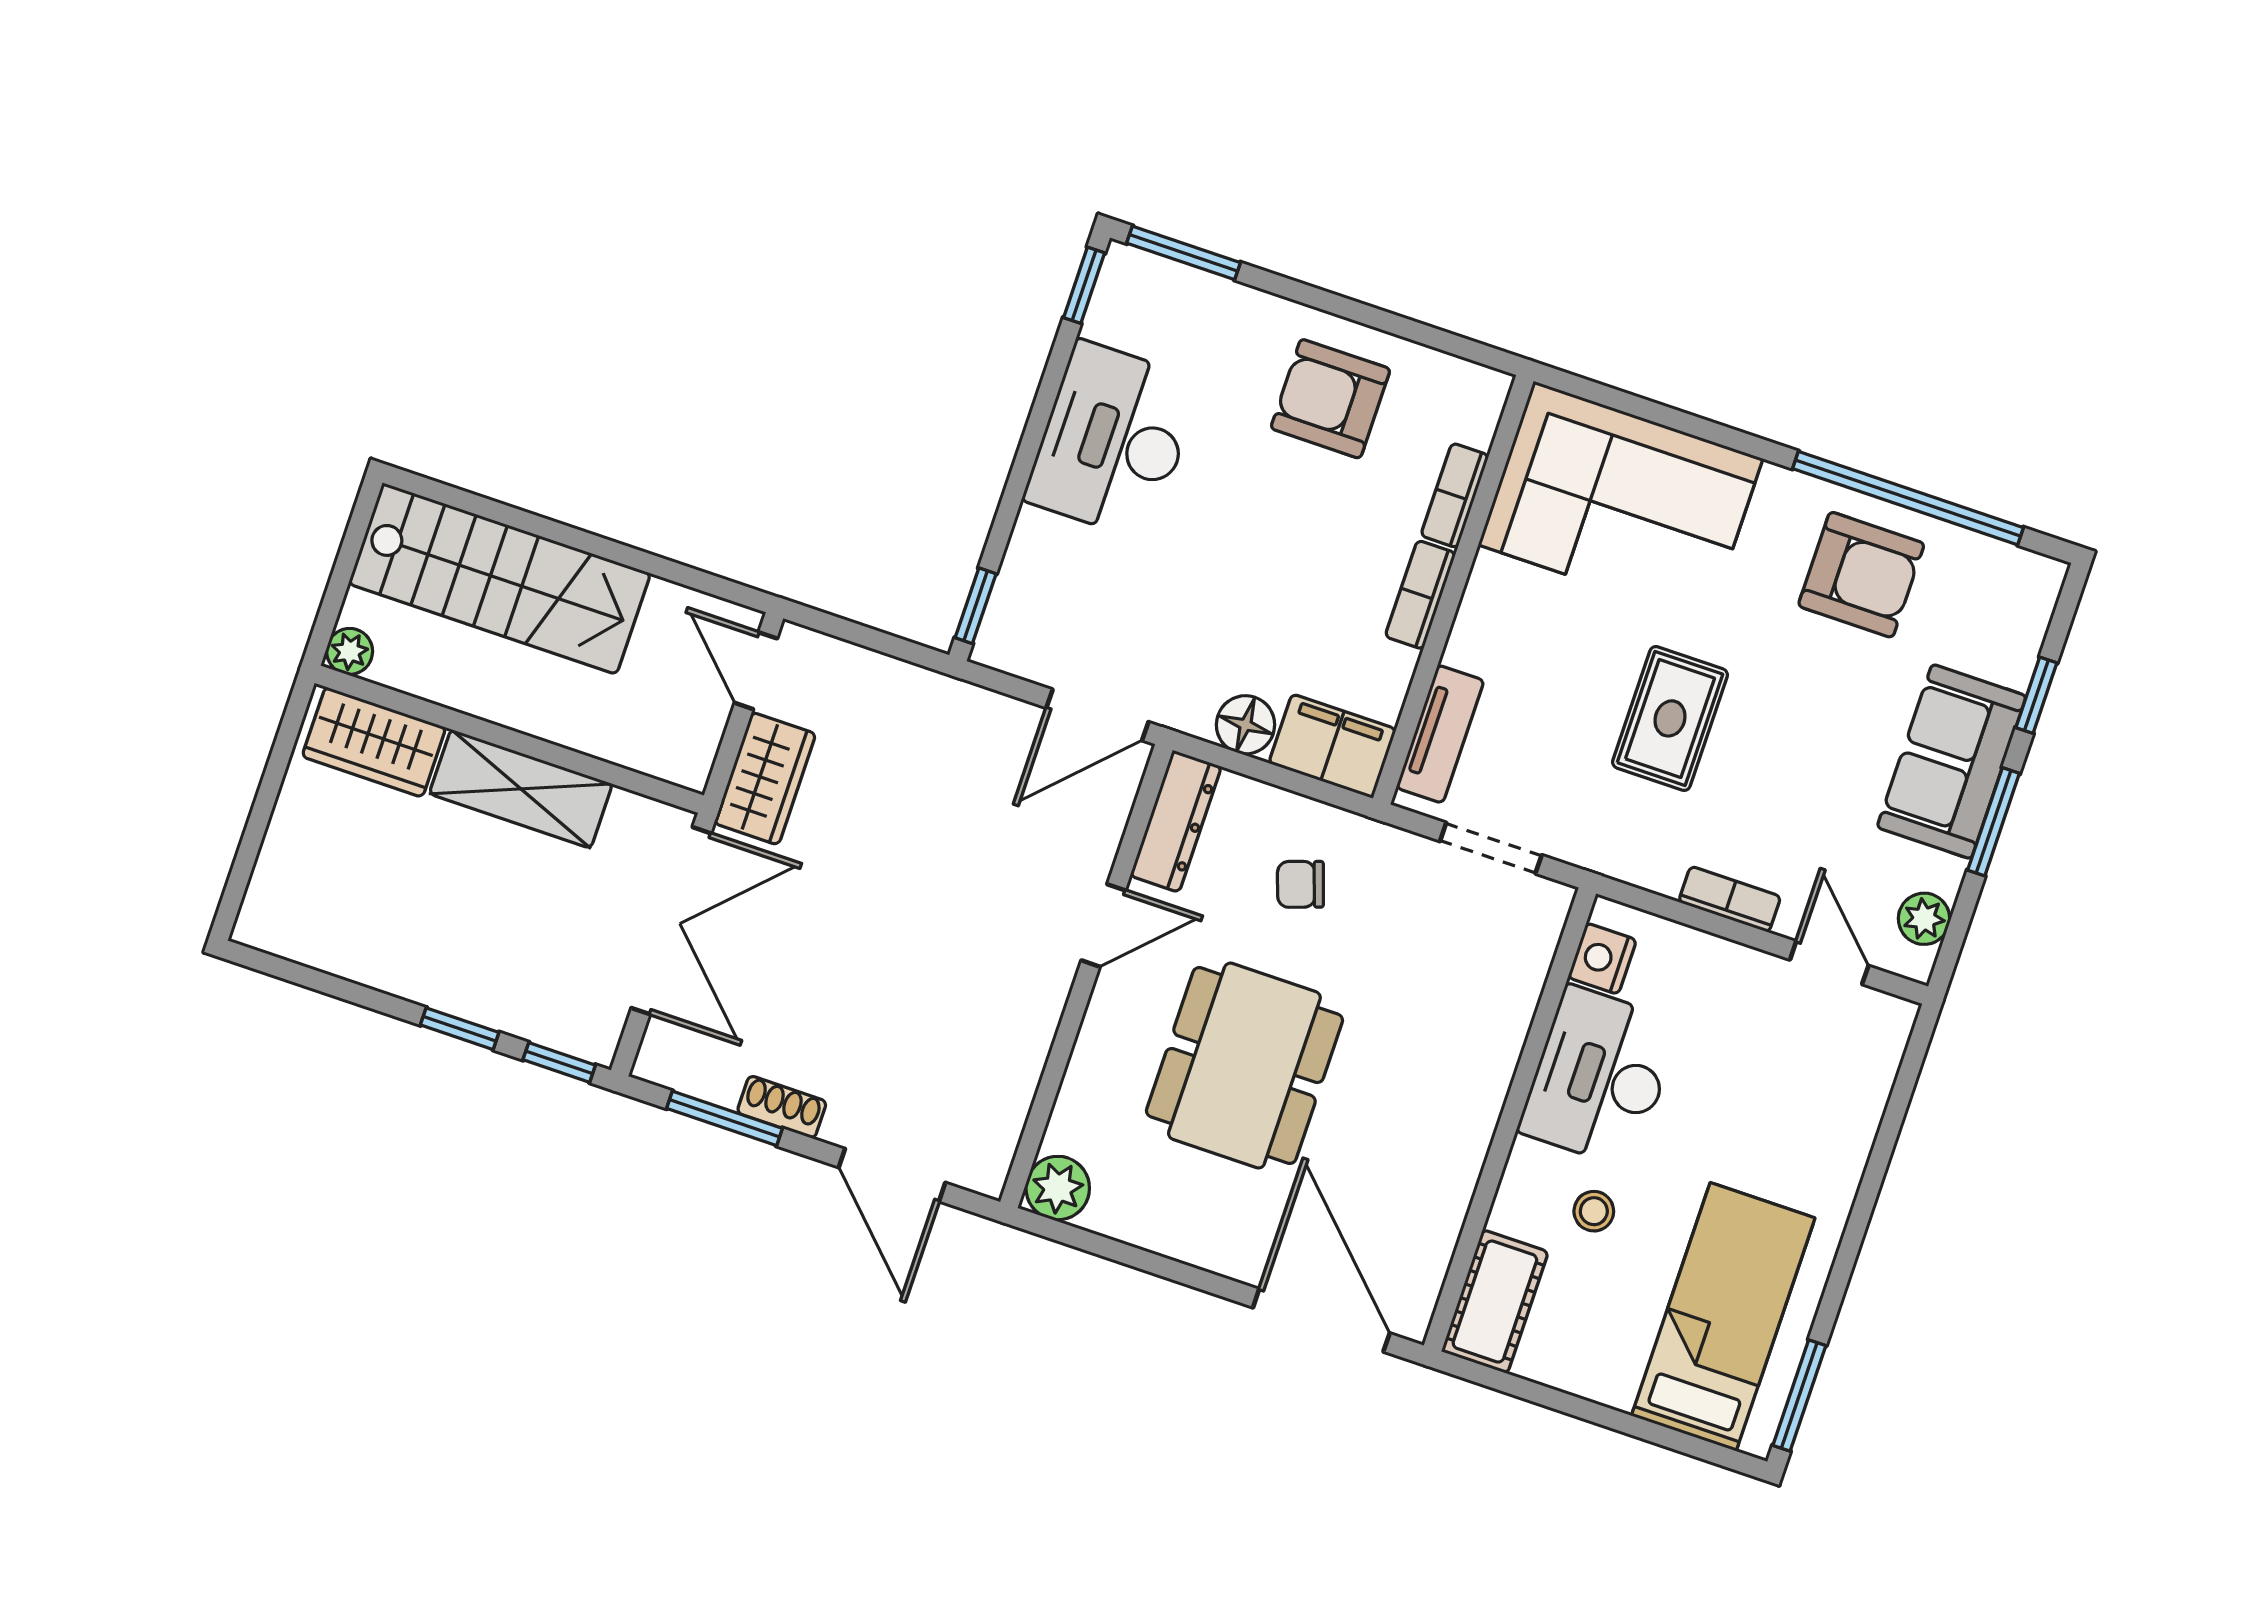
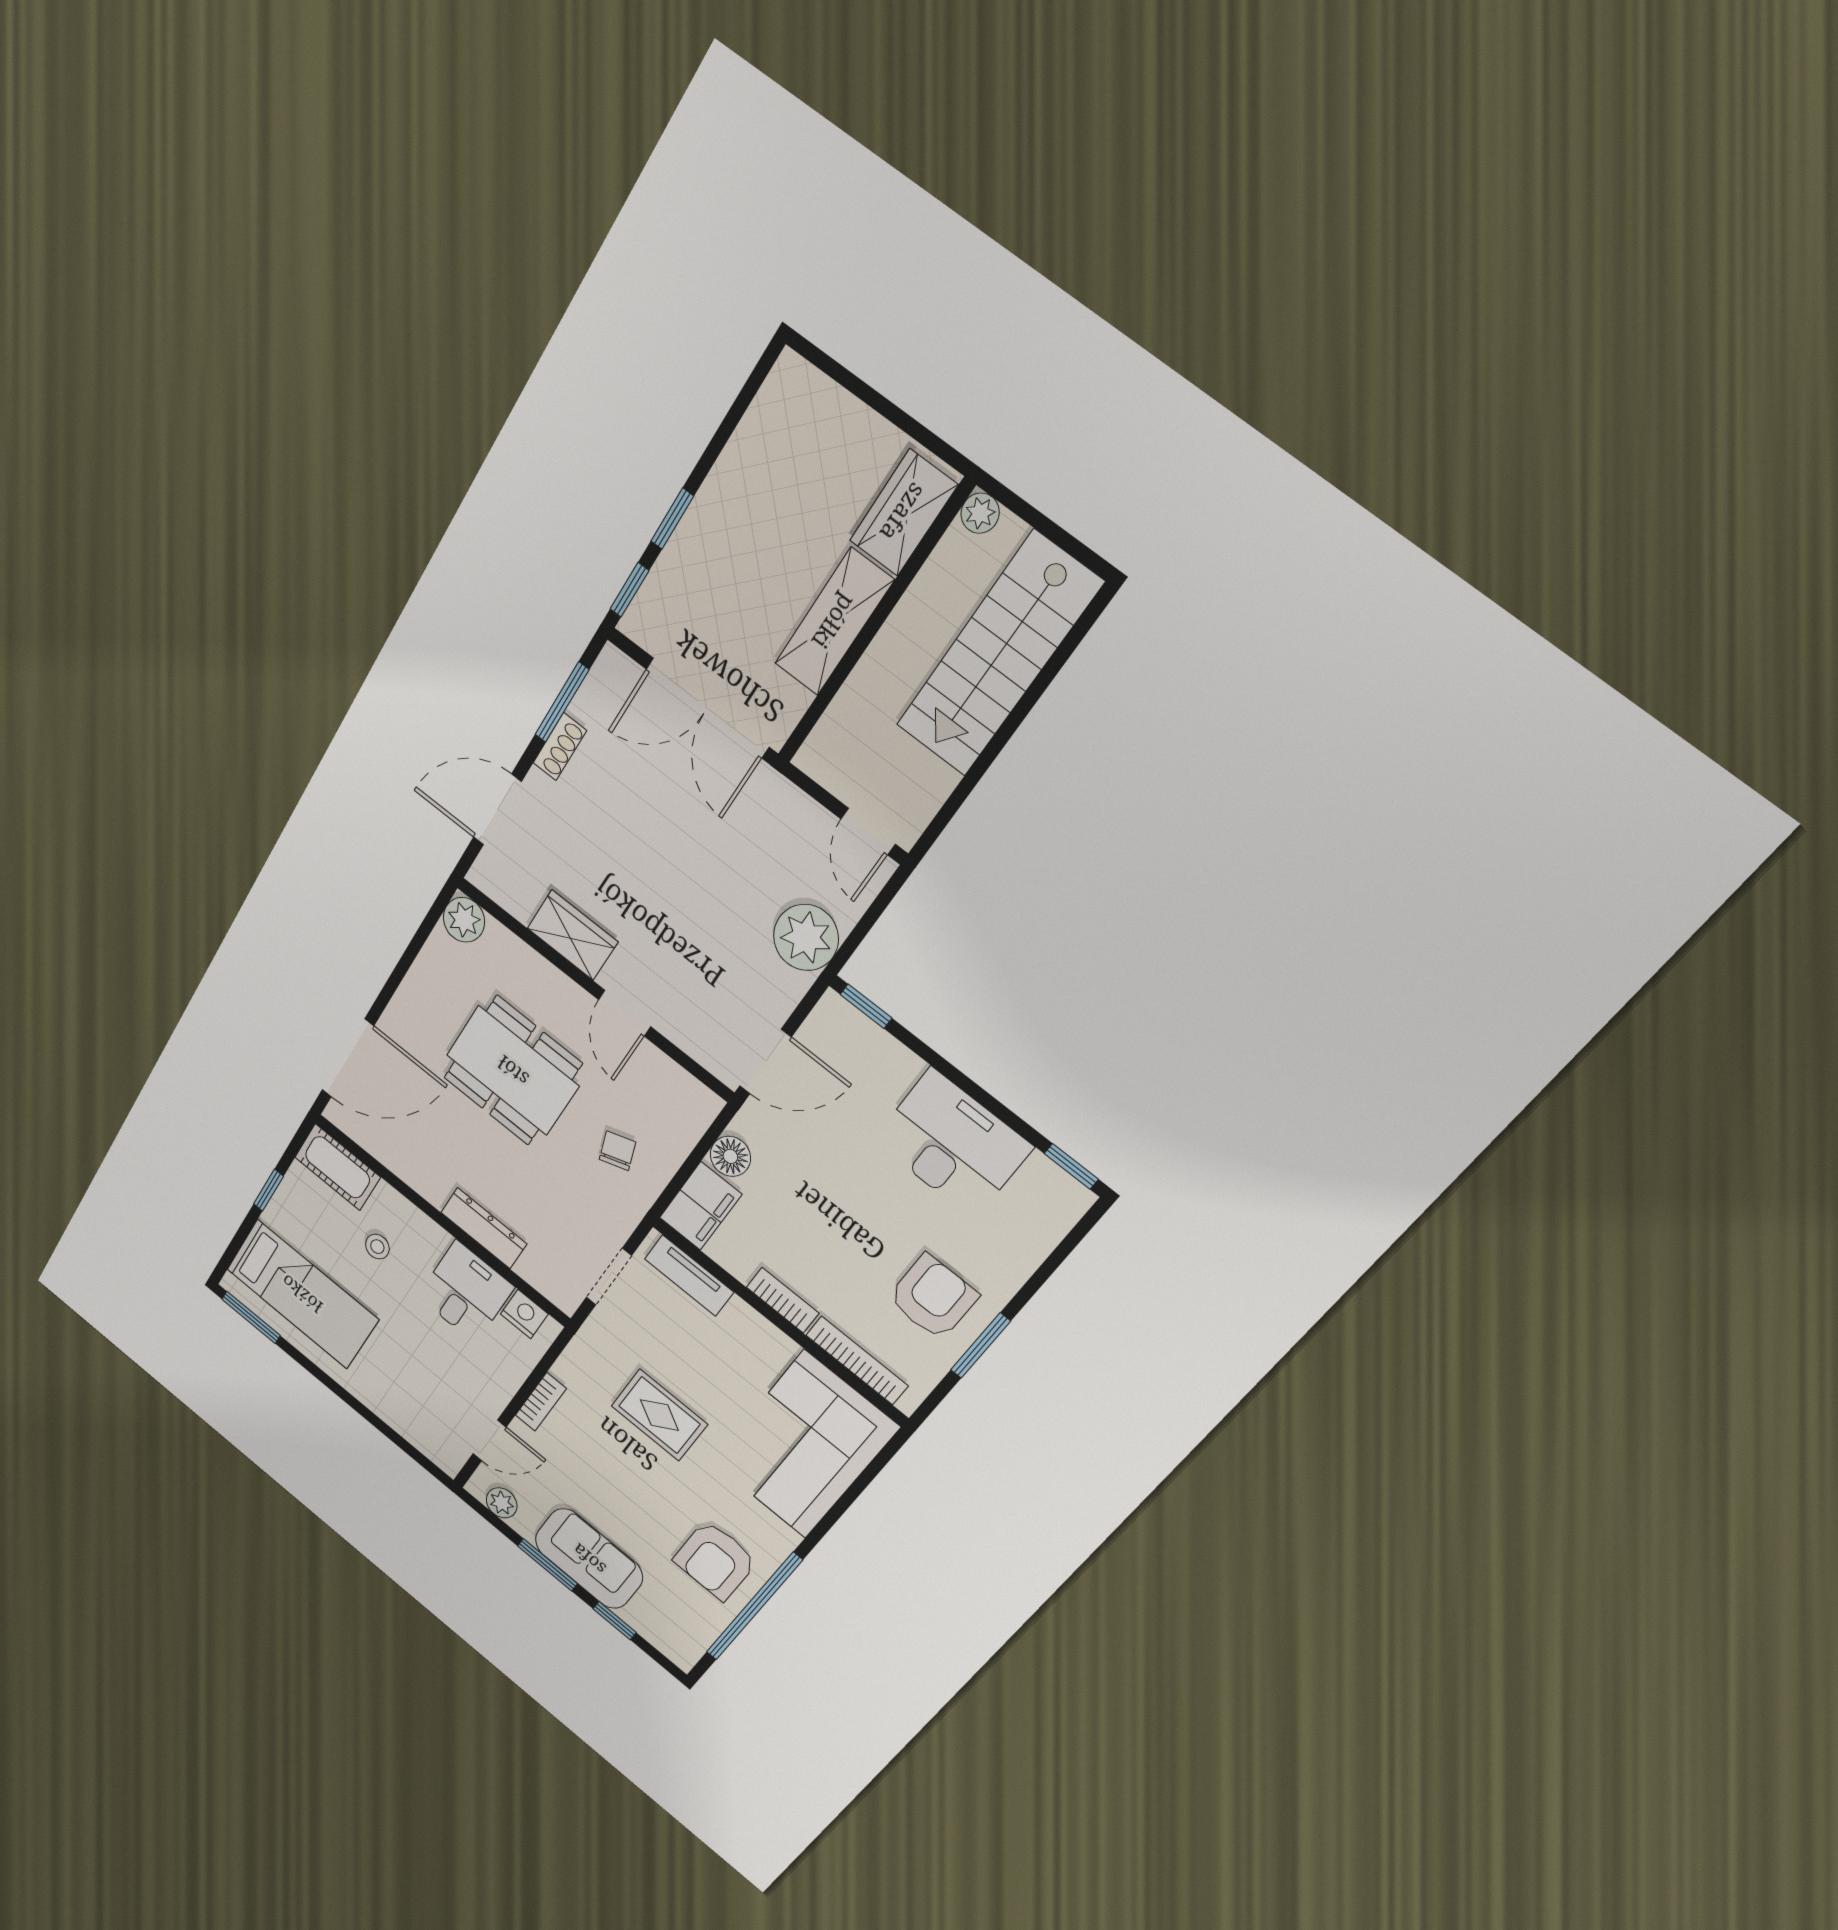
window: (1184, 253) -> (980, 1346), moved
bookcase: (1455, 495) -> (857, 1360), width x1.56
door: (756, 671) -> (868, 831), swing flipped
plant: (915, 710) -> (806, 937), added
door: (1097, 715) -> (765, 1062), swing flipped
wardrobe: (765, 779) -> (572, 935), moved, turned 180
dresser: (1176, 821) -> (484, 1228), moved, turned 180
desk: (1599, 1077) -> (466, 1292), width x0.73
window: (1577, 1407) -> (268, 1190), added

